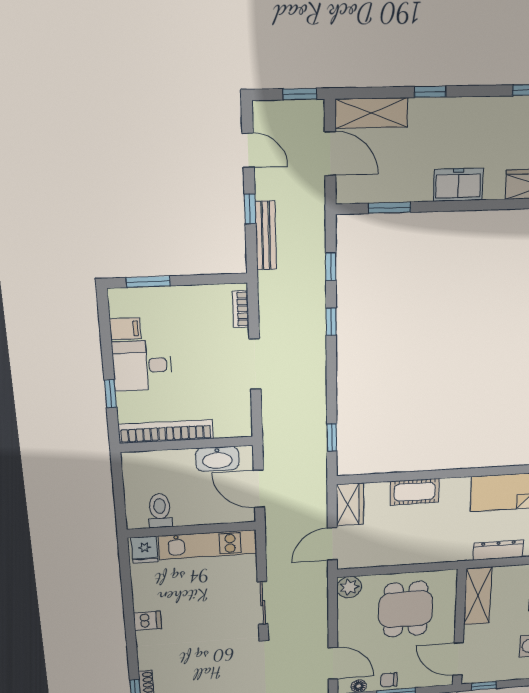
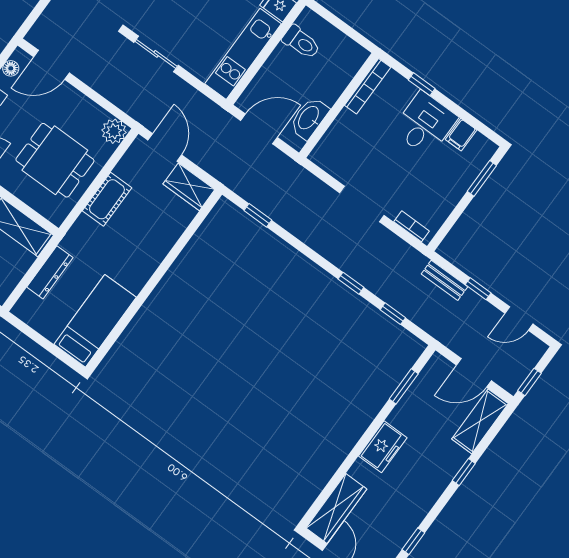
bench: (266, 235) -> (444, 280), width x0.73
bookcase: (166, 431) -> (368, 86), width x0.68, depth x0.76
cot: (415, 492) -> (107, 199), moved

